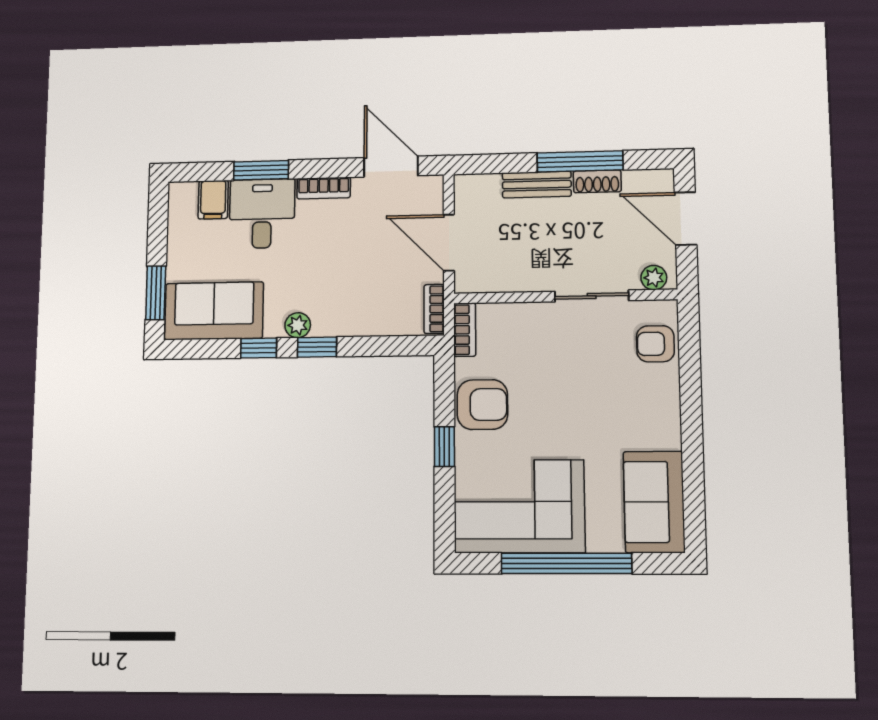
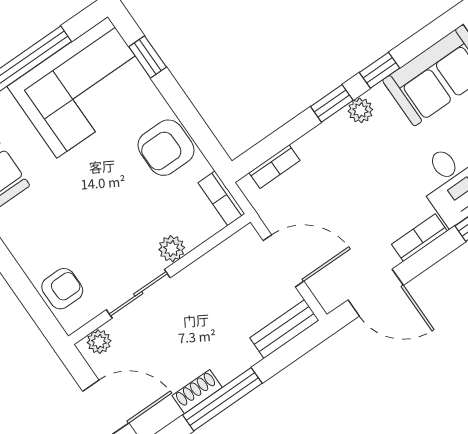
bench: (537, 185) -> (284, 329), moved
bookcase: (434, 309) -> (275, 167), moved, turned 90
plant: (537, 315) -> (172, 249), added
window: (444, 447) -> (148, 57), moved

